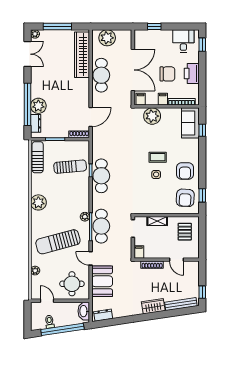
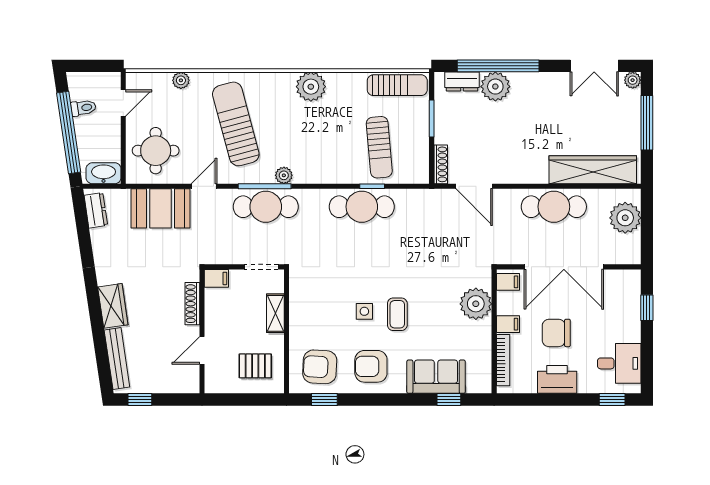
chair: (167, 74) -> (556, 333), turned 90
sofa: (190, 123) -> (436, 377), moved

